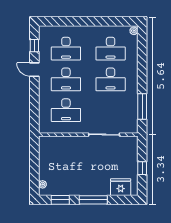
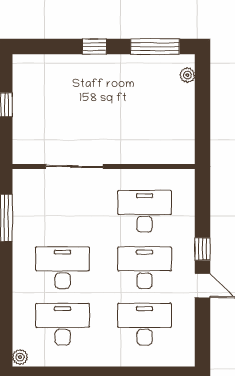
window: (34, 46) -> (202, 249), moved
fridge: (121, 187) -> (44, 70), removed
window: (60, 200) -> (155, 47), width x1.44
window: (93, 200) -> (94, 47), width x0.46

